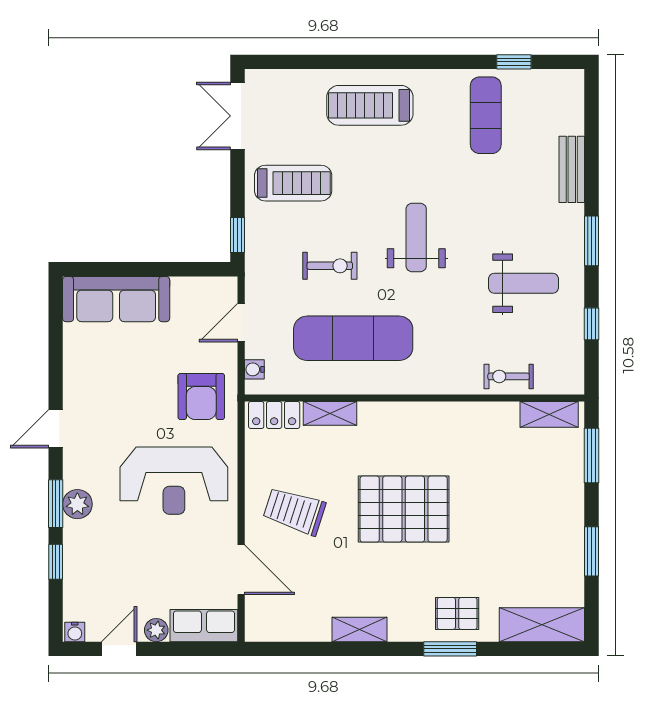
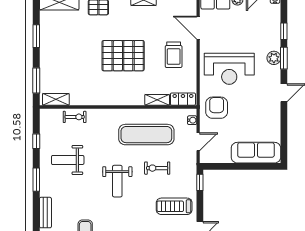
reception desk: (174, 481) -> (229, 69), turned 180
trolley: (294, 511) -> (174, 55), turned 72

